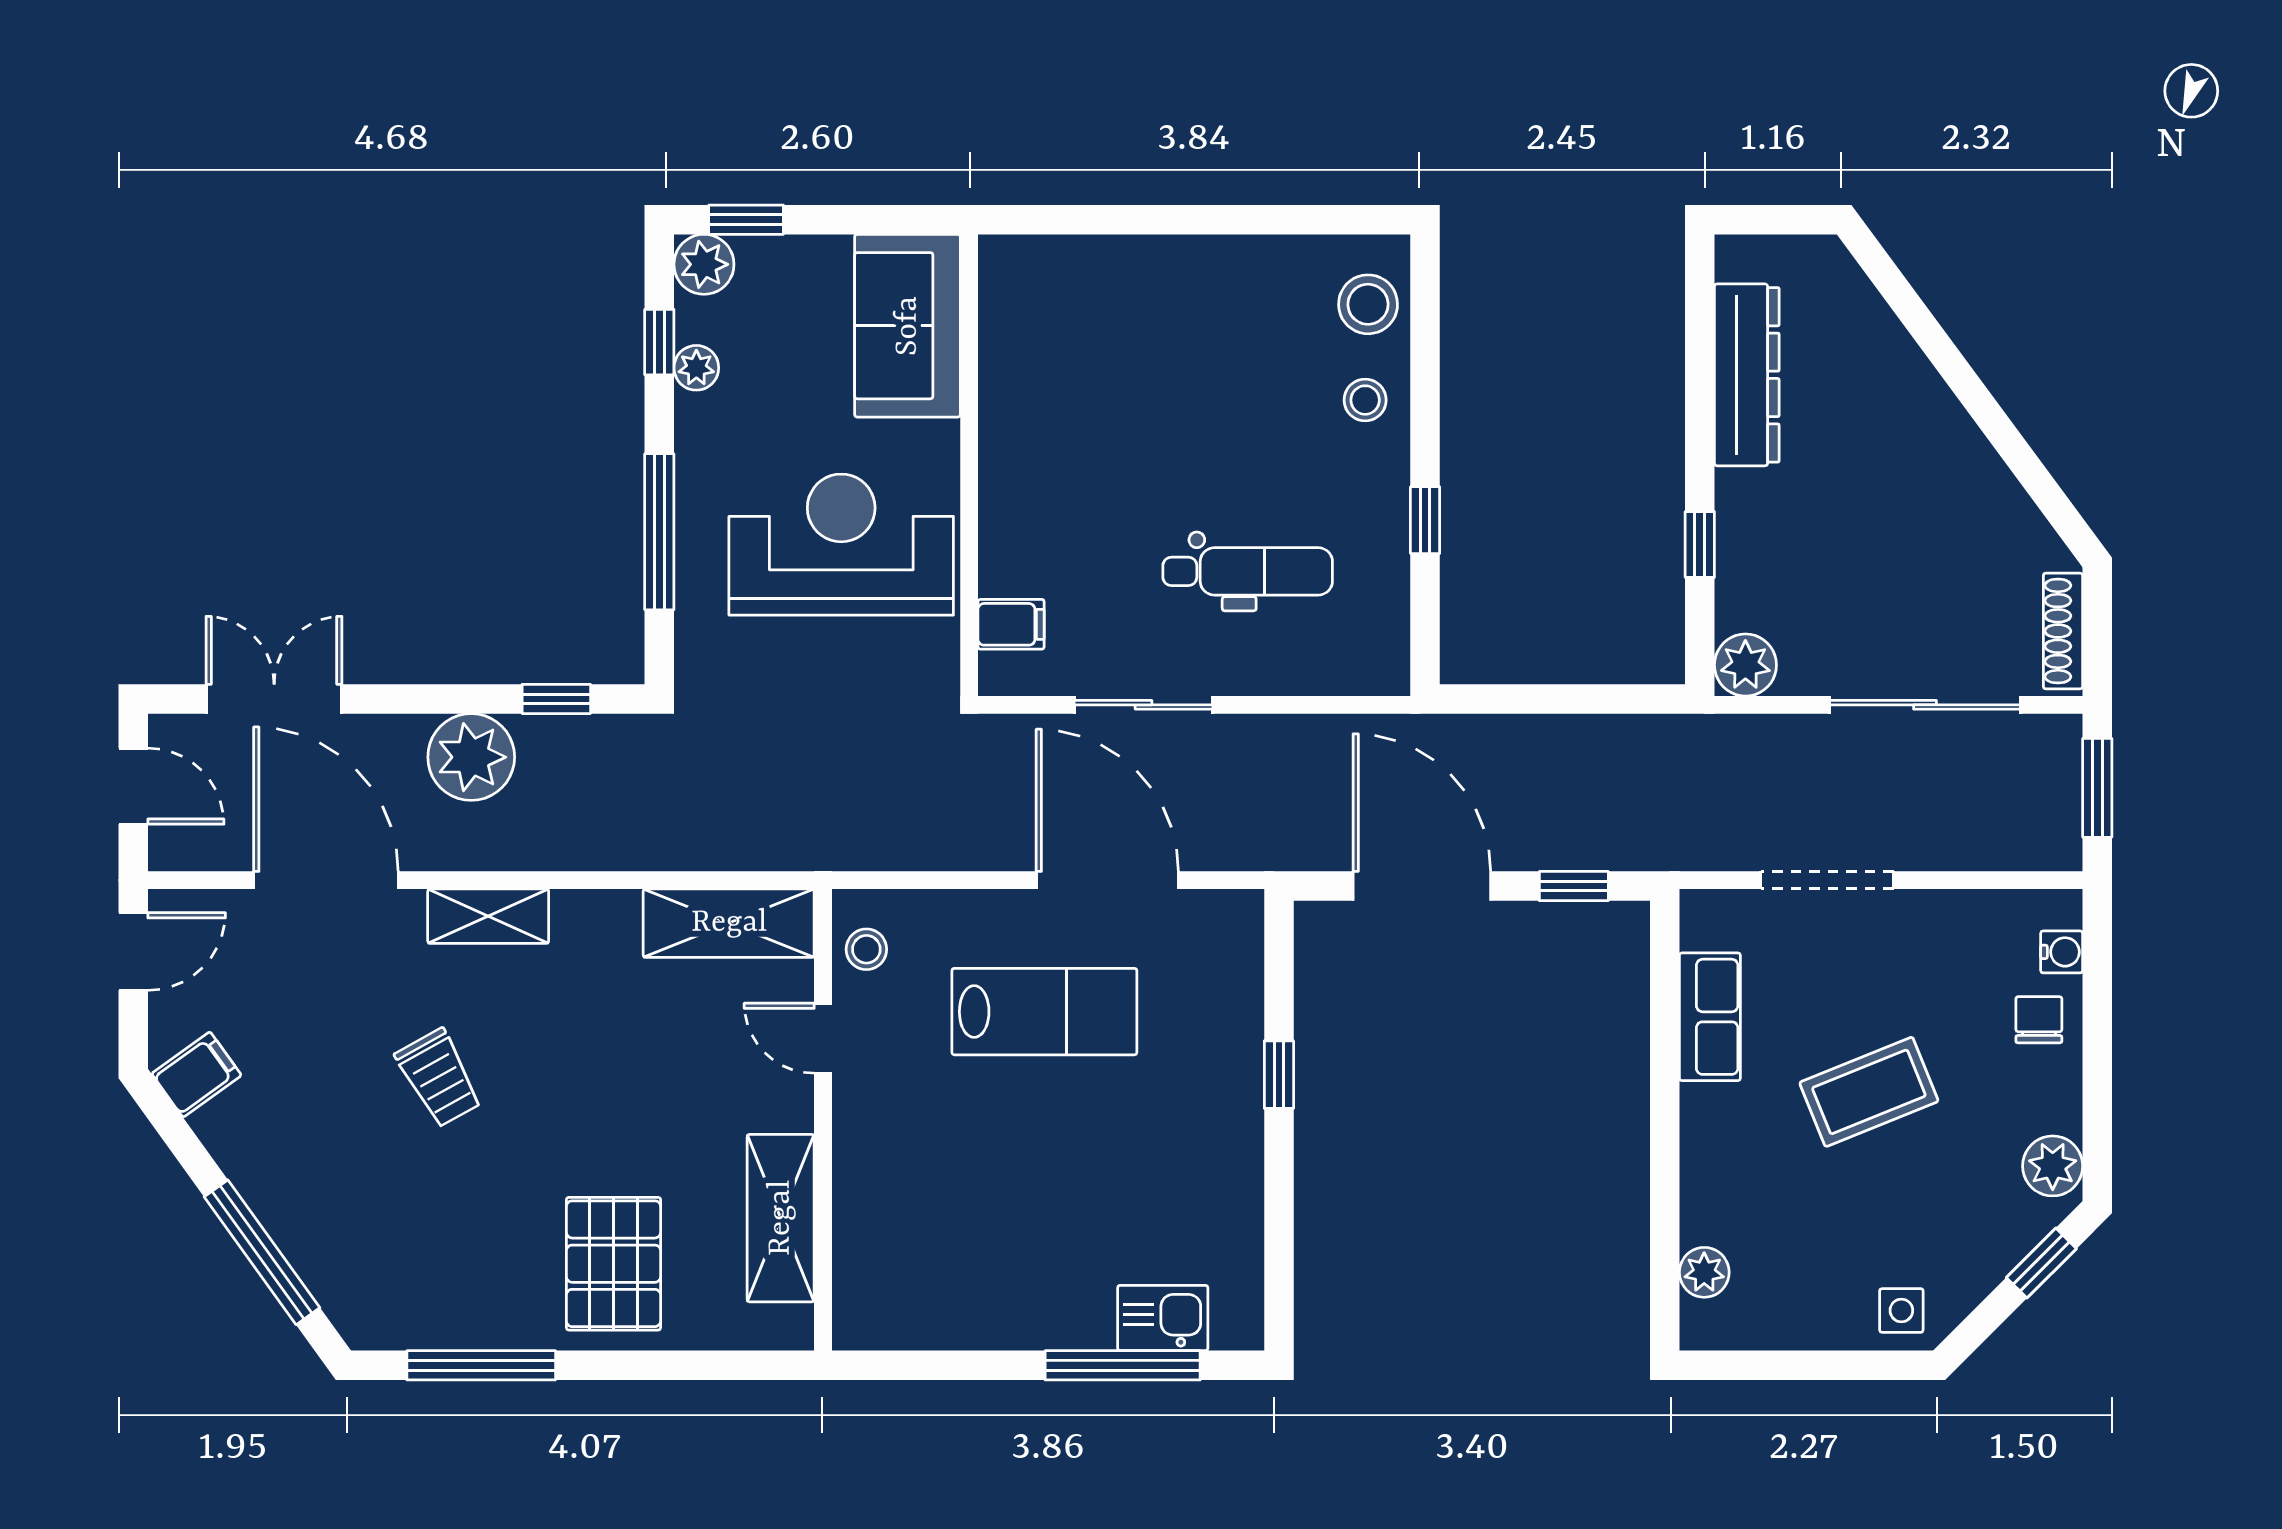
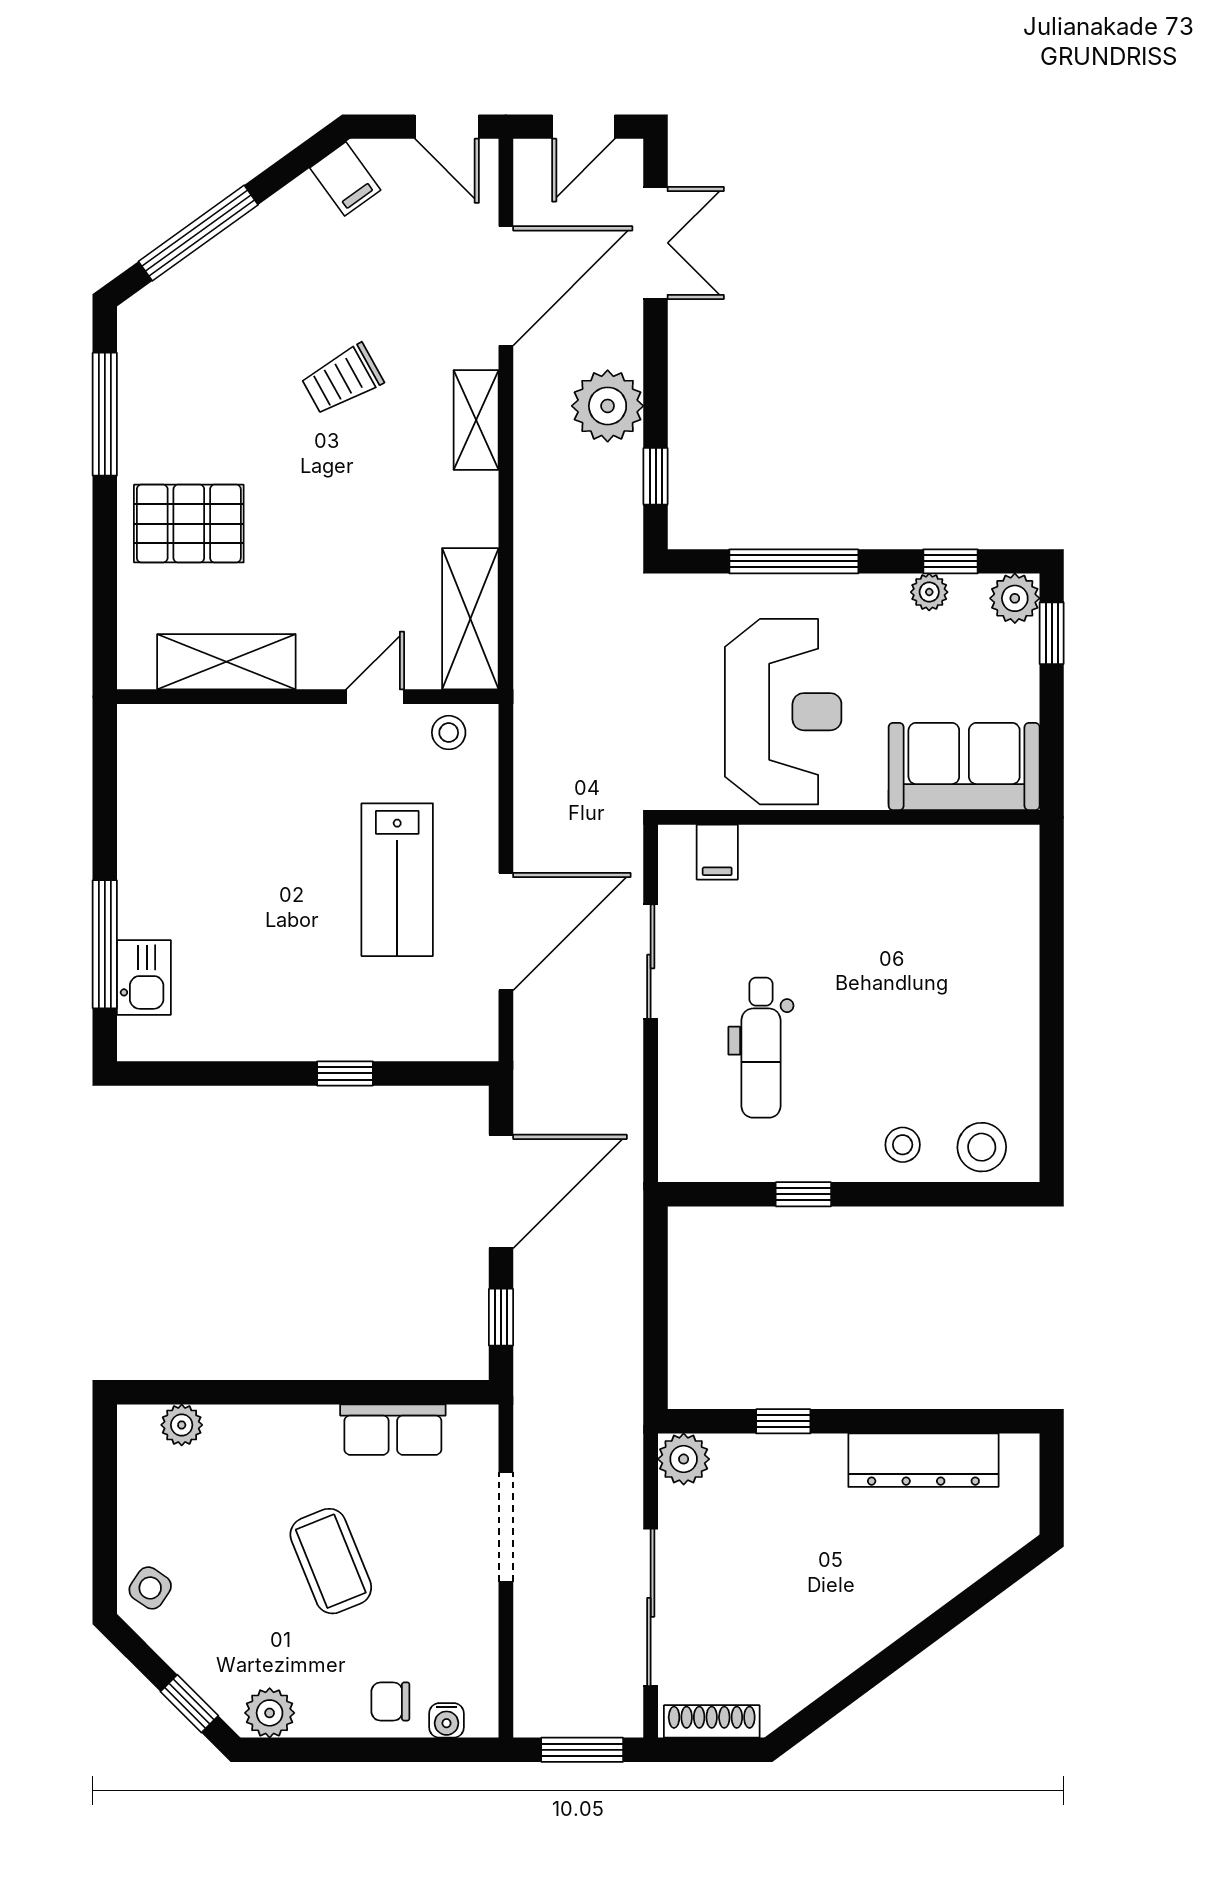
chair: (2039, 1020) -> (390, 1702), turned 180
side table: (1901, 1310) -> (150, 1588), turned 34

